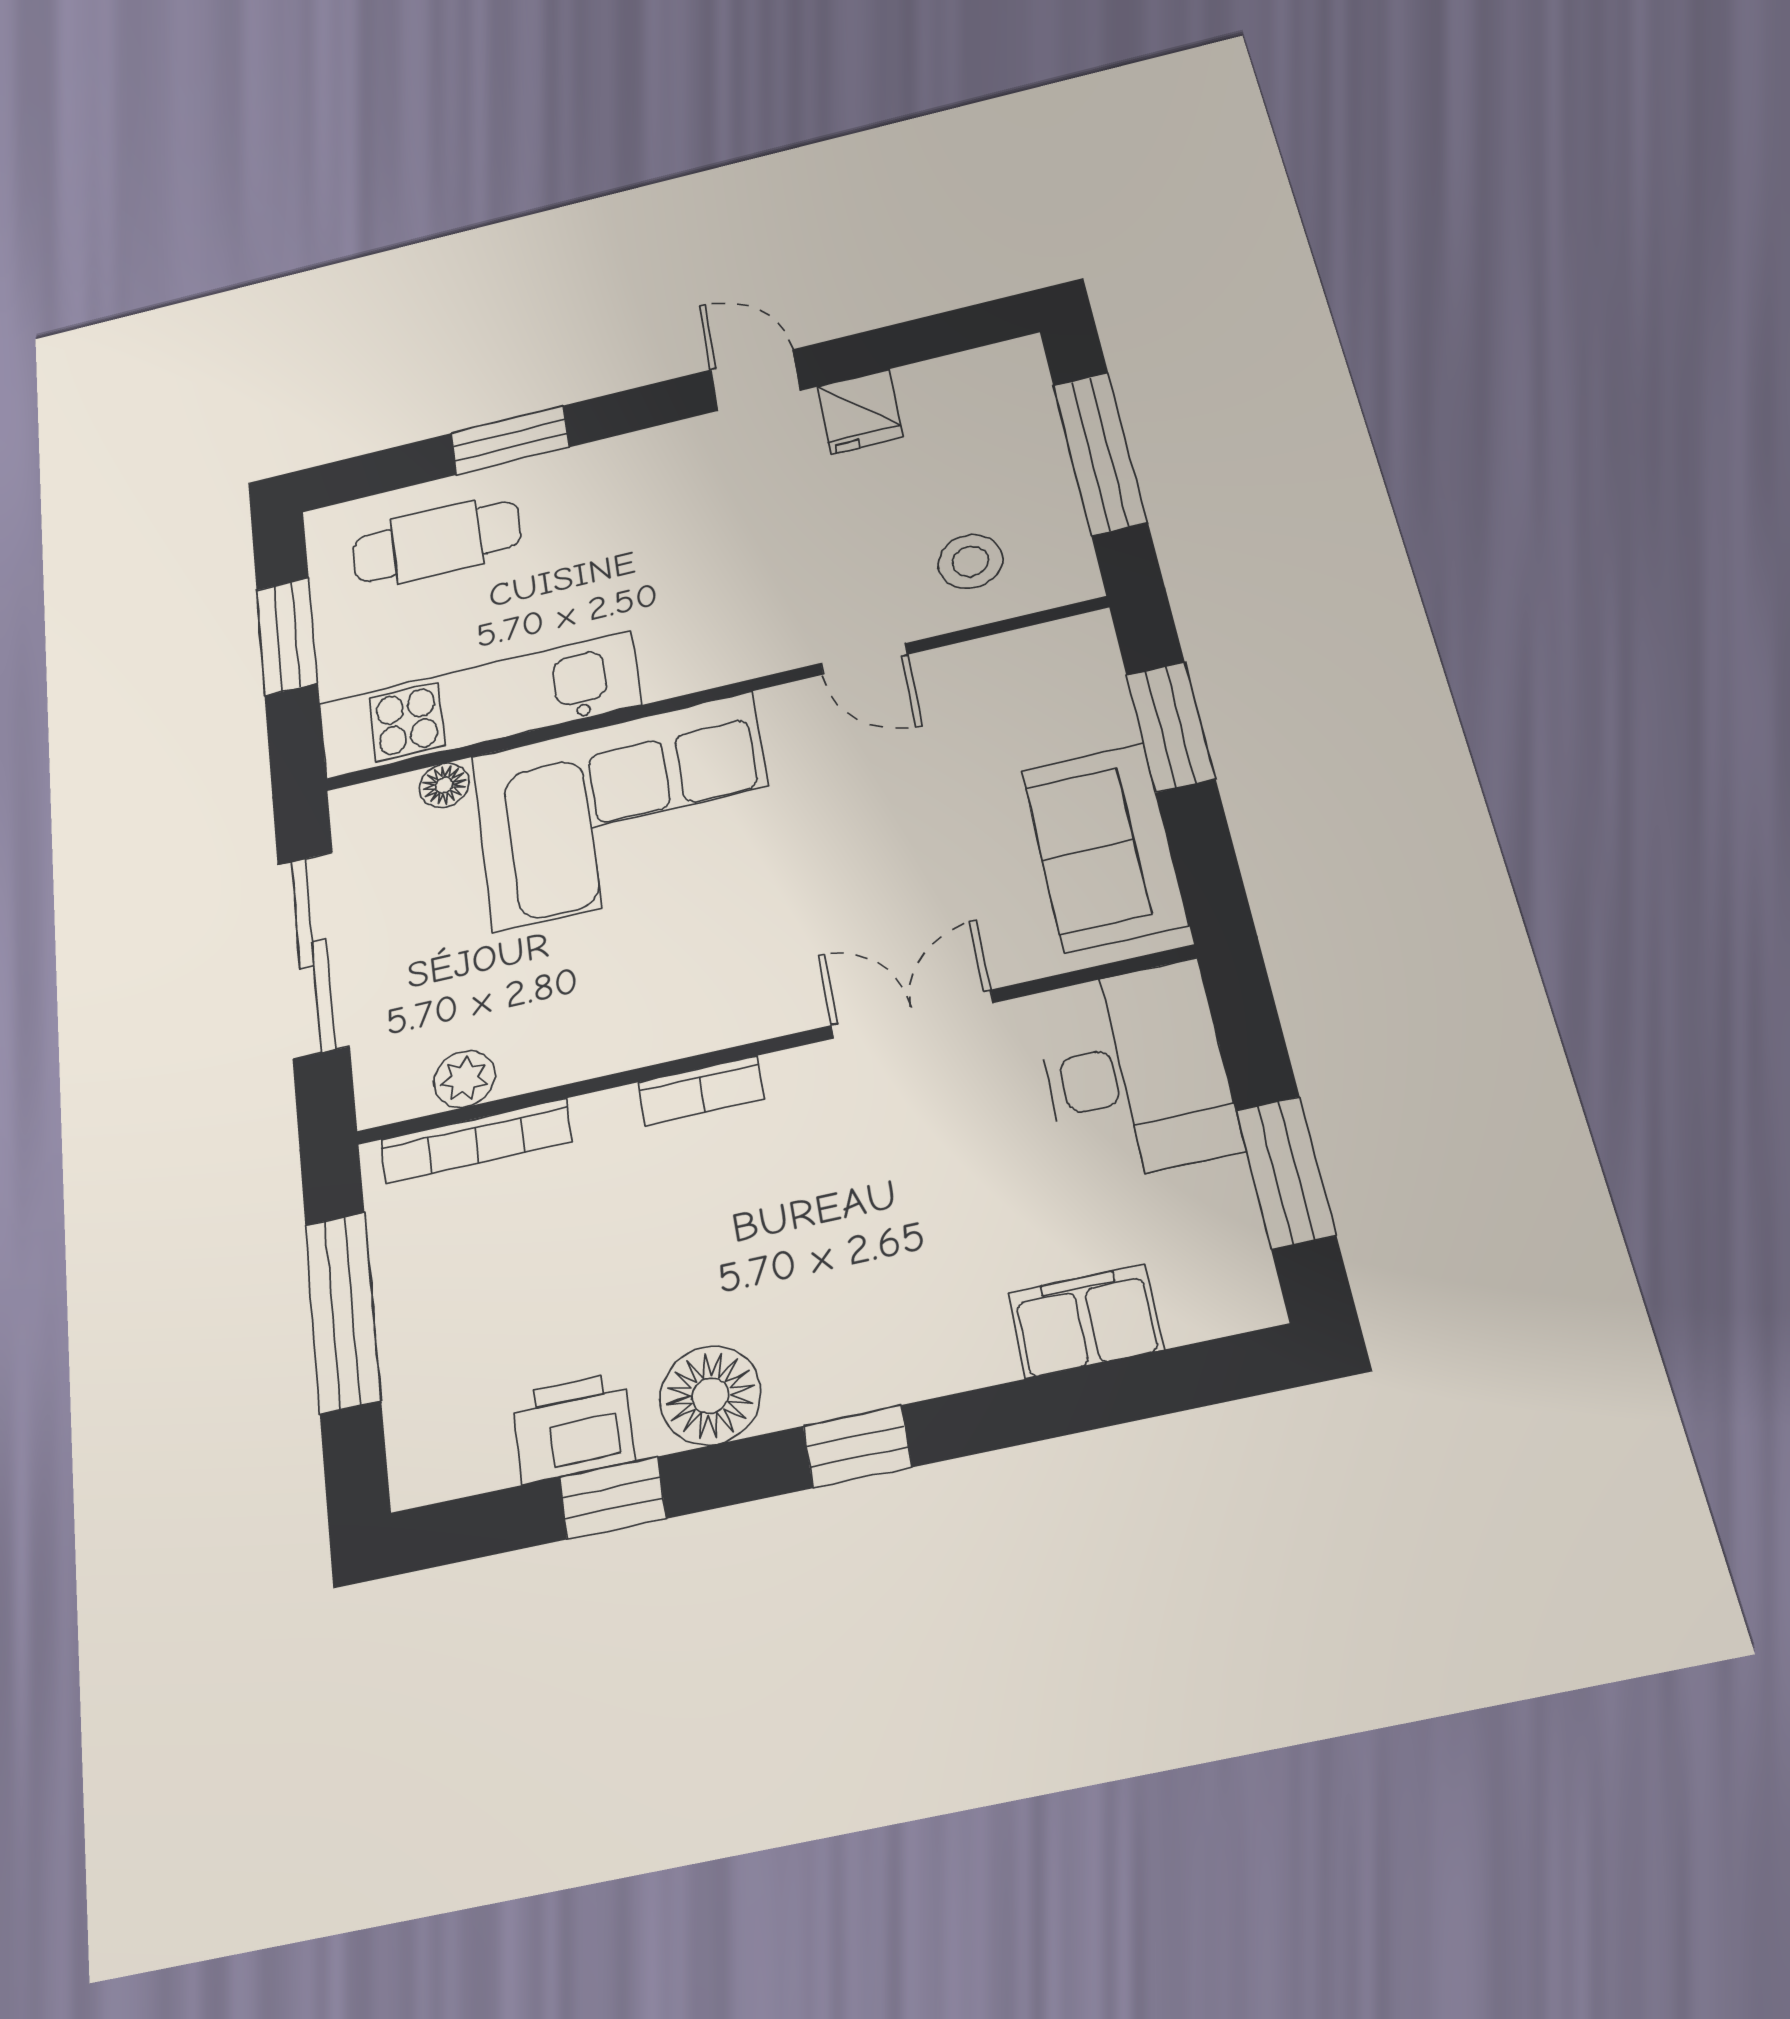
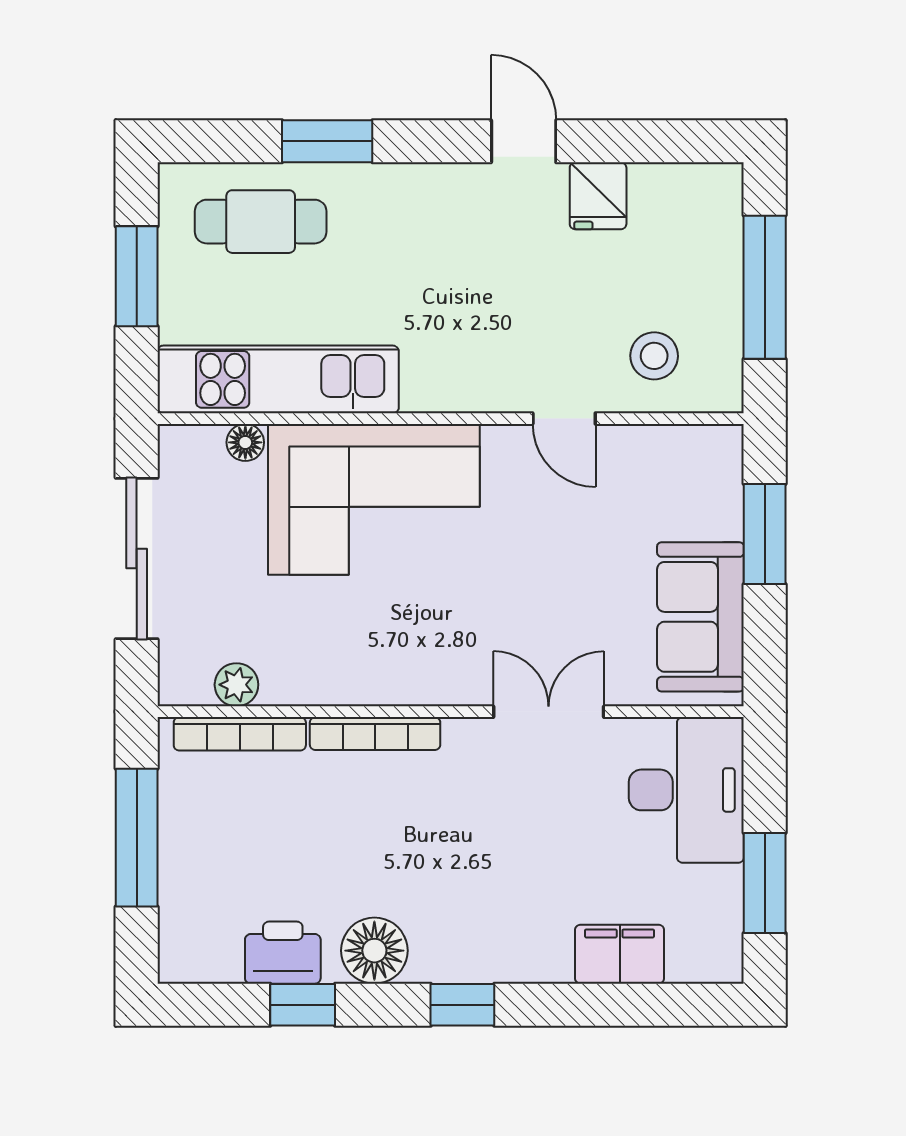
bookcase: (701, 1090) -> (375, 734), width x1.56

